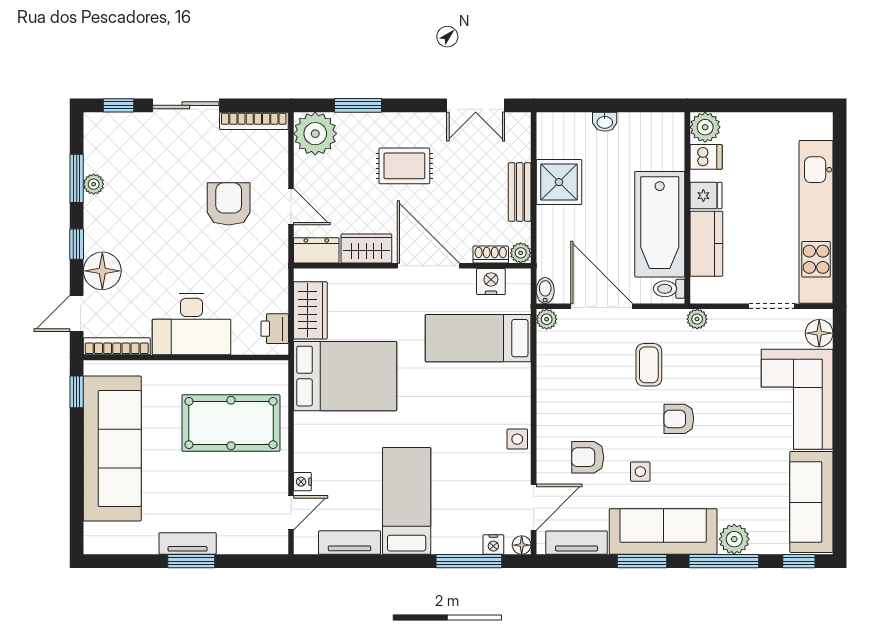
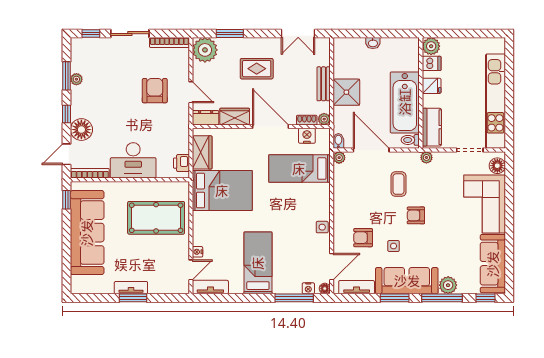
shower: (559, 182) -> (346, 92), moved
kitchen counter: (706, 244) -> (432, 127), moved
tv unit: (350, 542) -> (210, 287), moved

